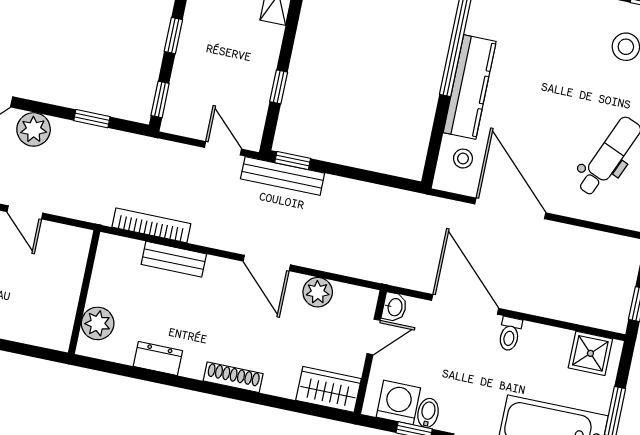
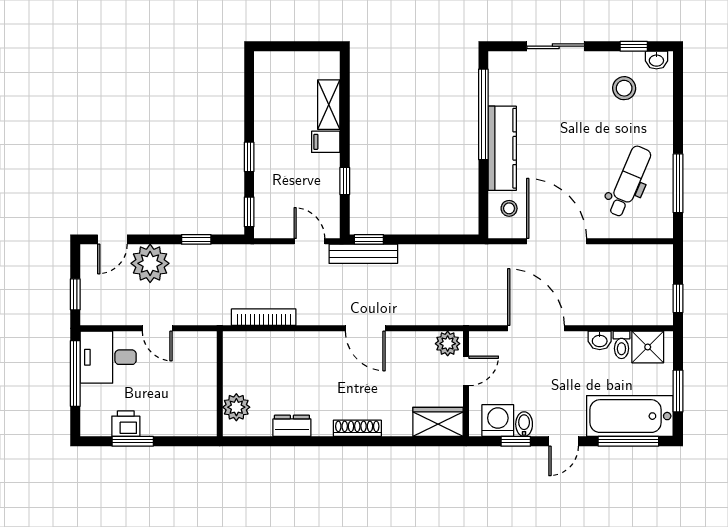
filing cabinet: (266, 37) -> (326, 142), added
plant: (34, 129) -> (150, 263), width x1.36, depth x1.36
bench: (174, 259) -> (288, 341), removed
plant: (318, 292) -> (448, 344), moved
washbasin: (394, 307) -> (600, 340), moved, turned 90
toilet: (510, 334) -> (621, 345), moved

